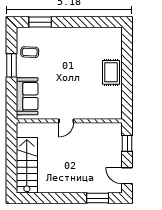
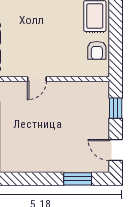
armchair: (113, 99) -> (97, 50), added

